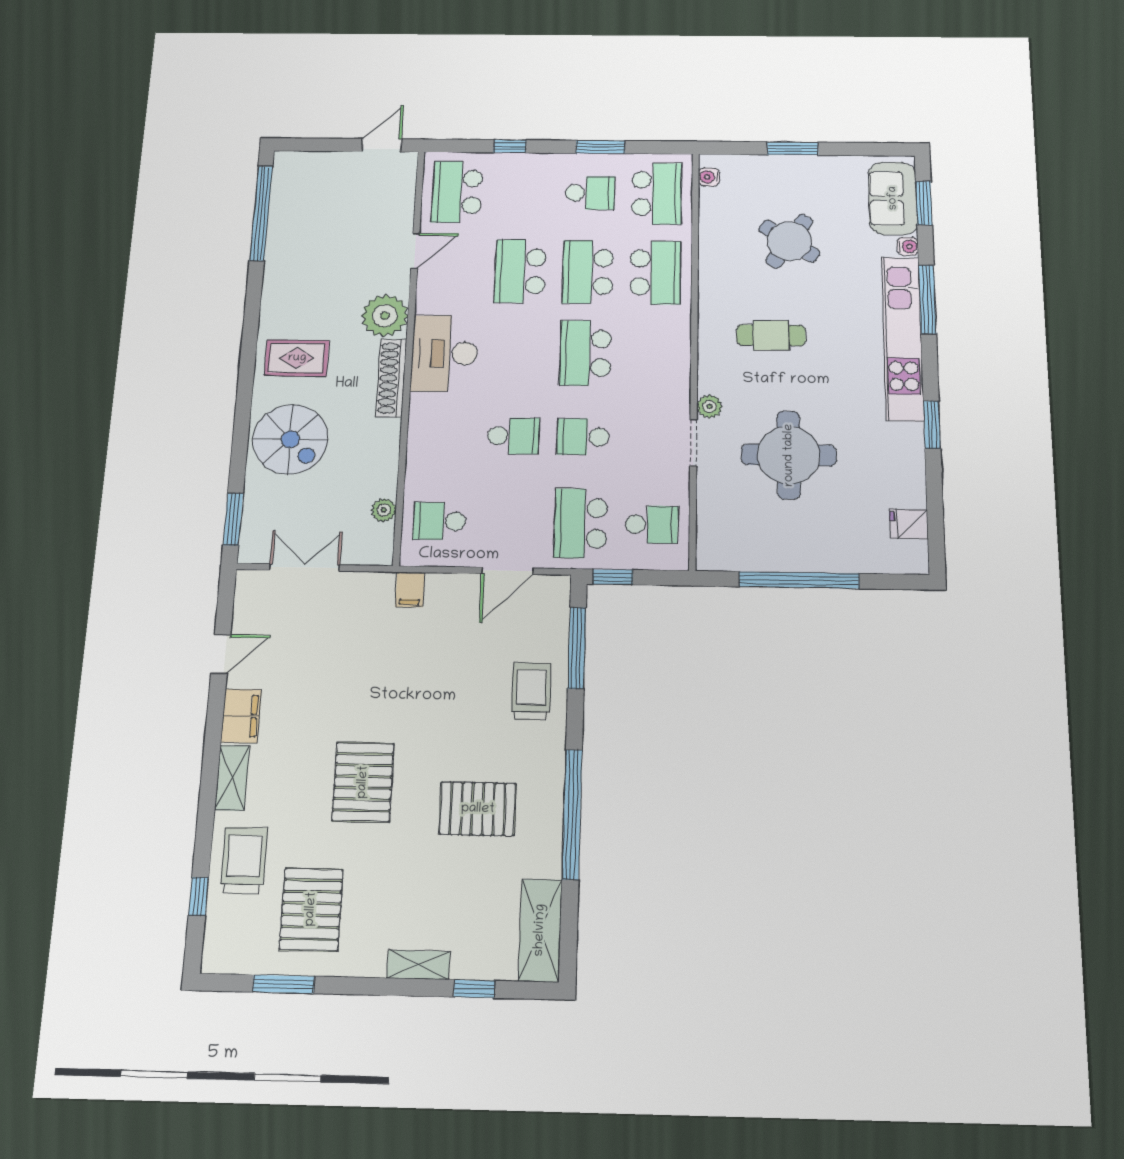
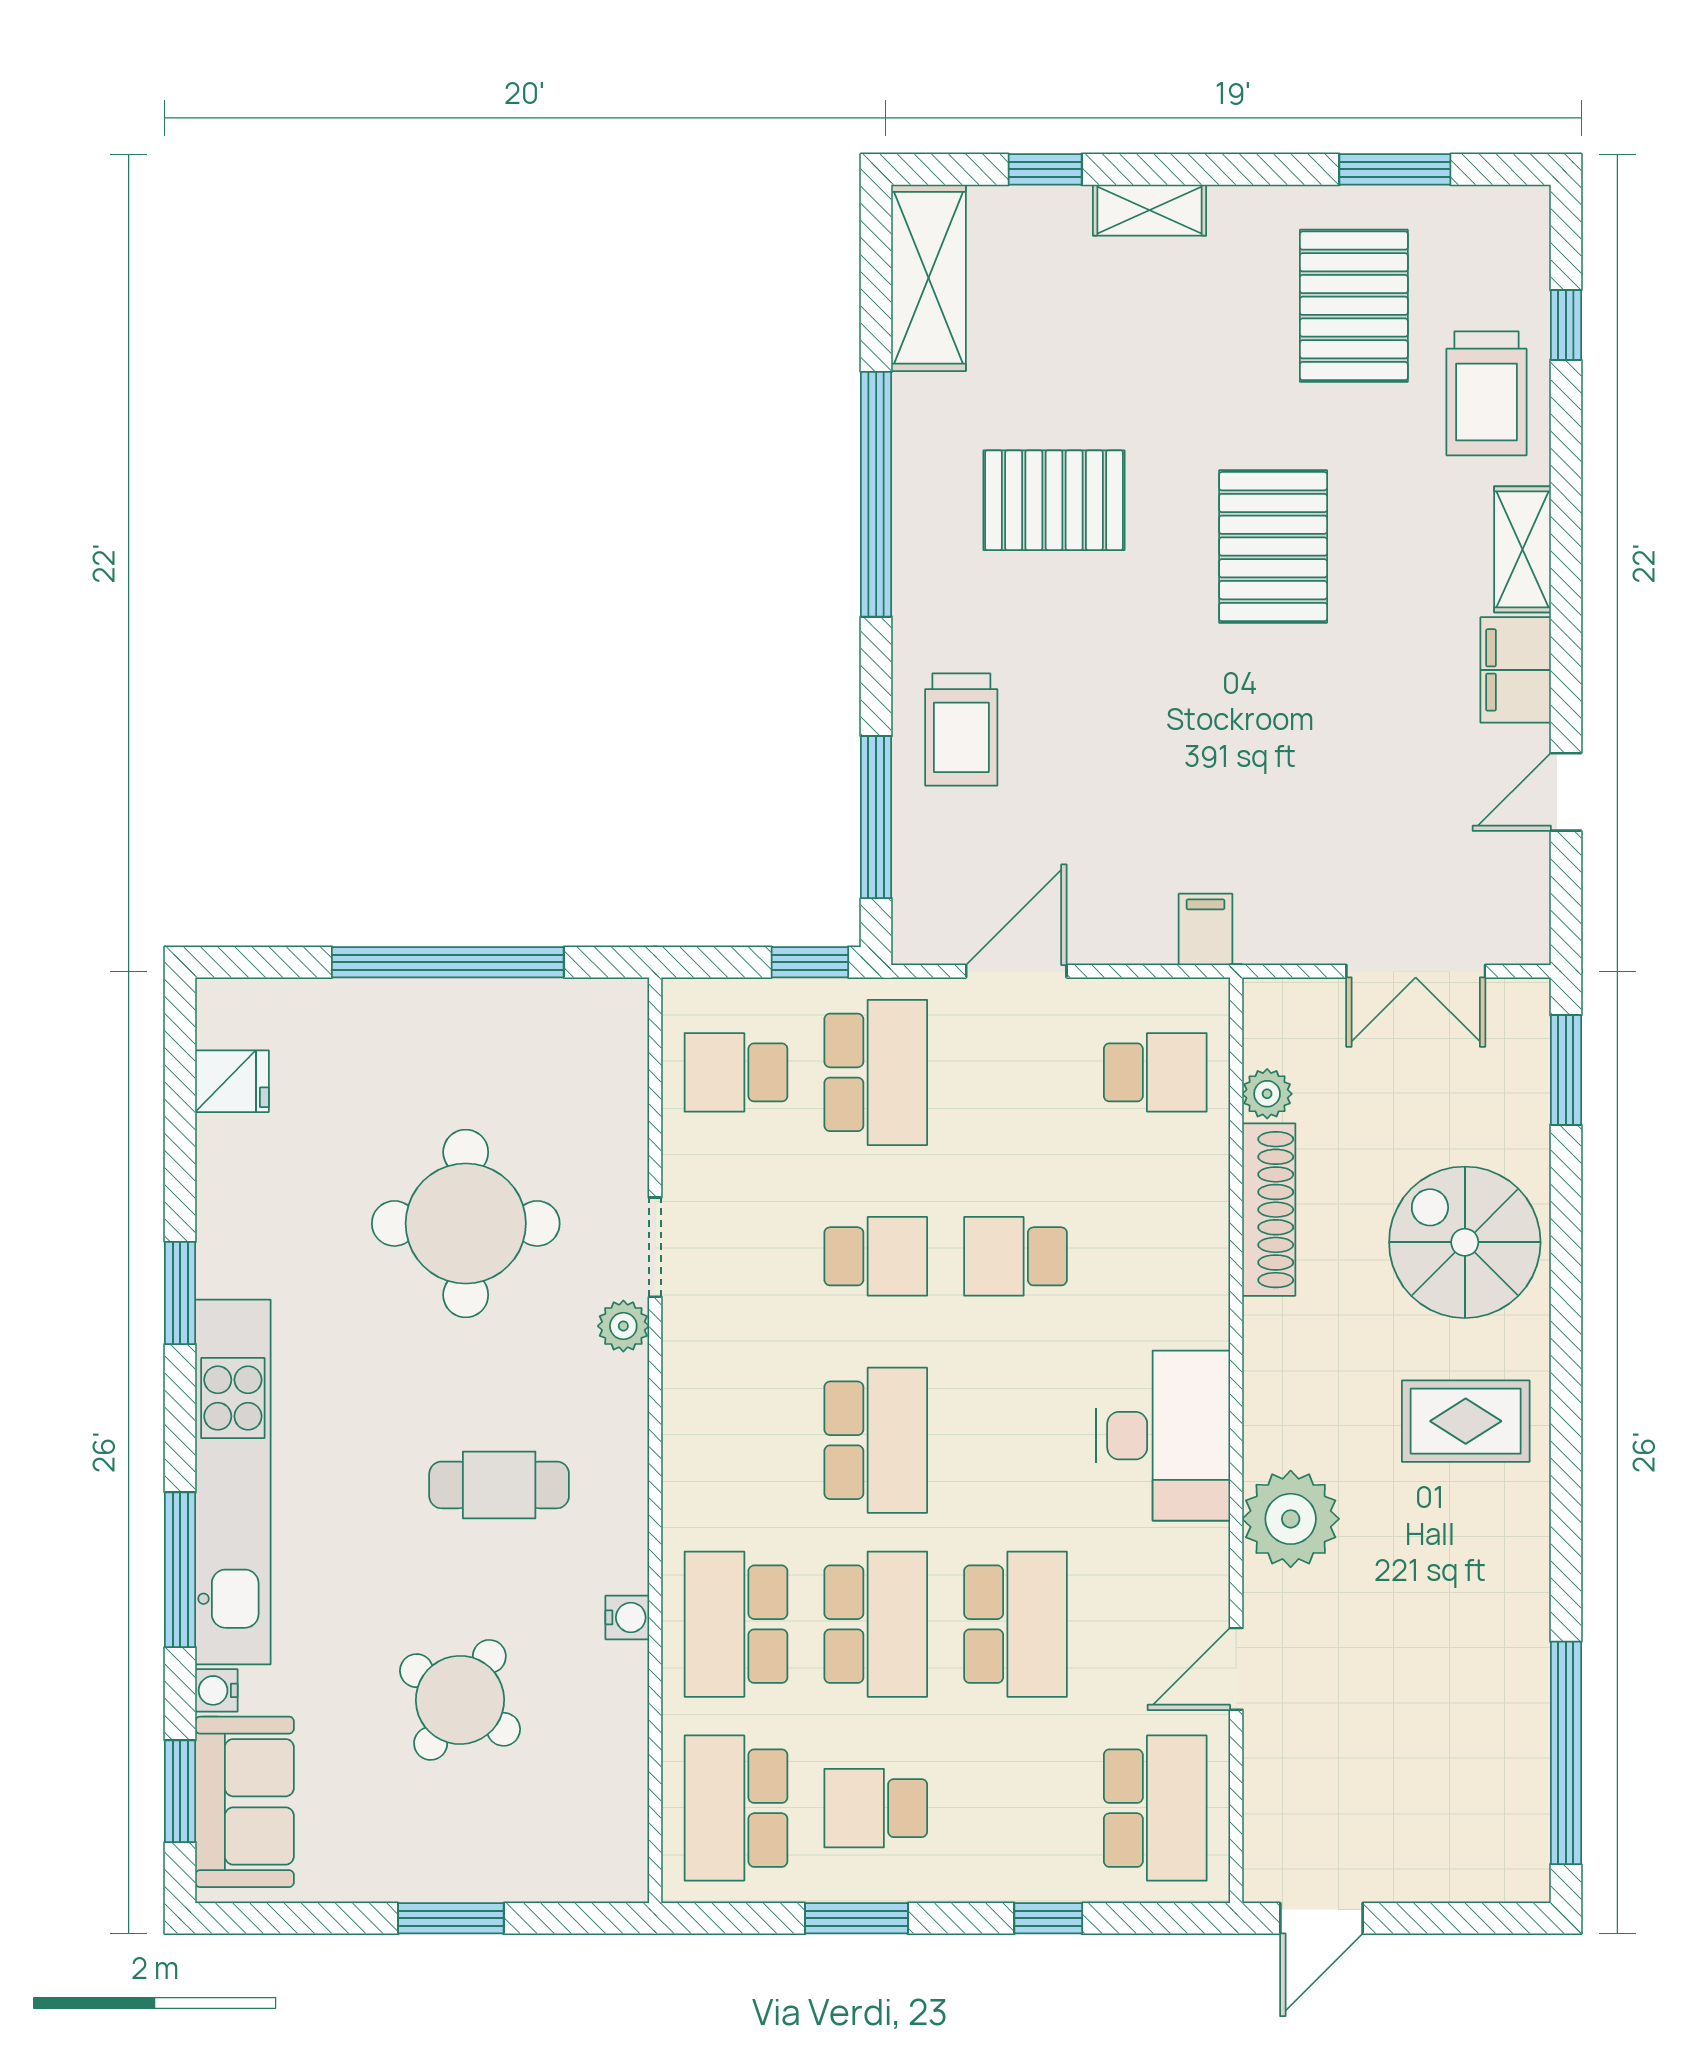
water cooler: (709, 177) -> (627, 1617), moved
shoe rack: (391, 378) -> (1269, 1210), moved

